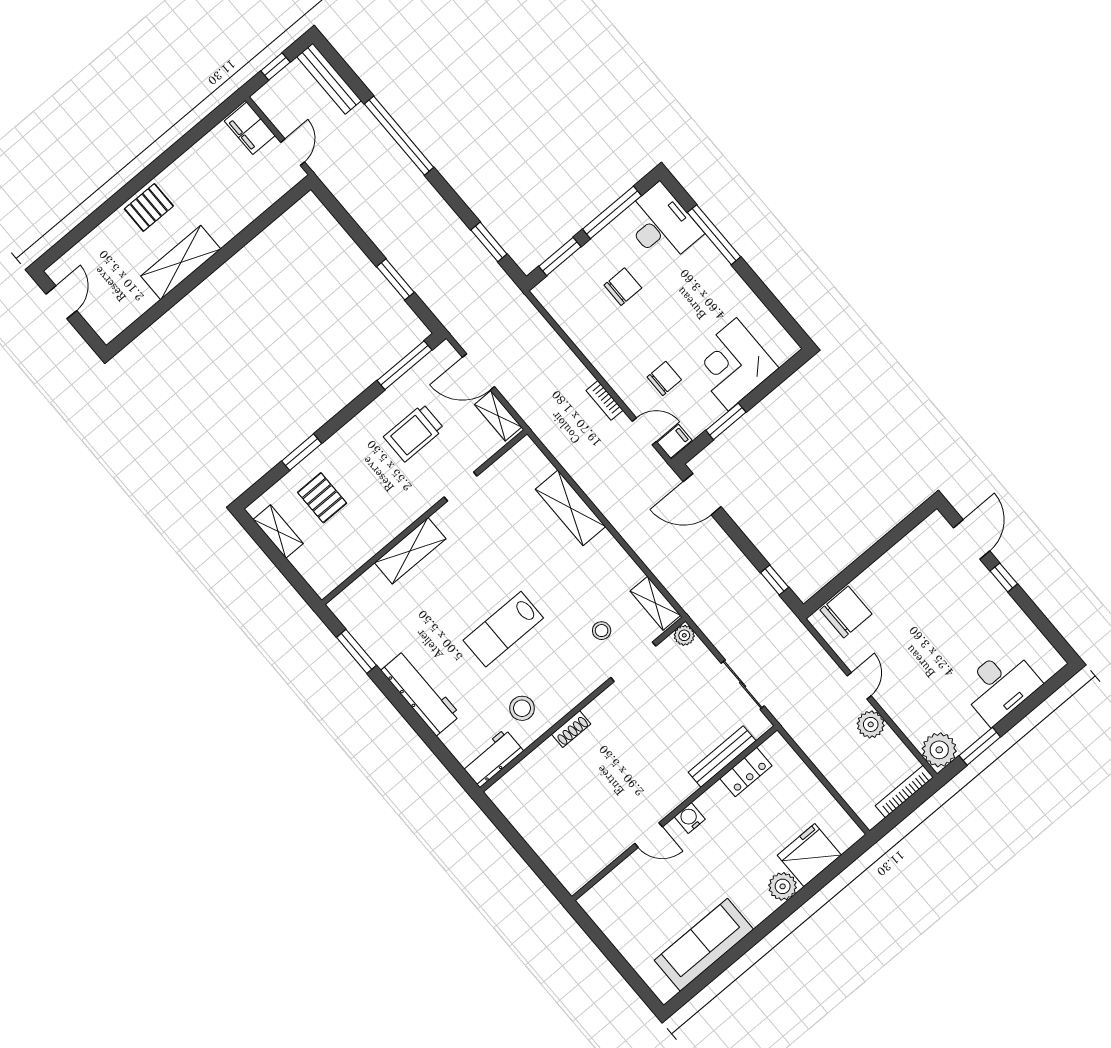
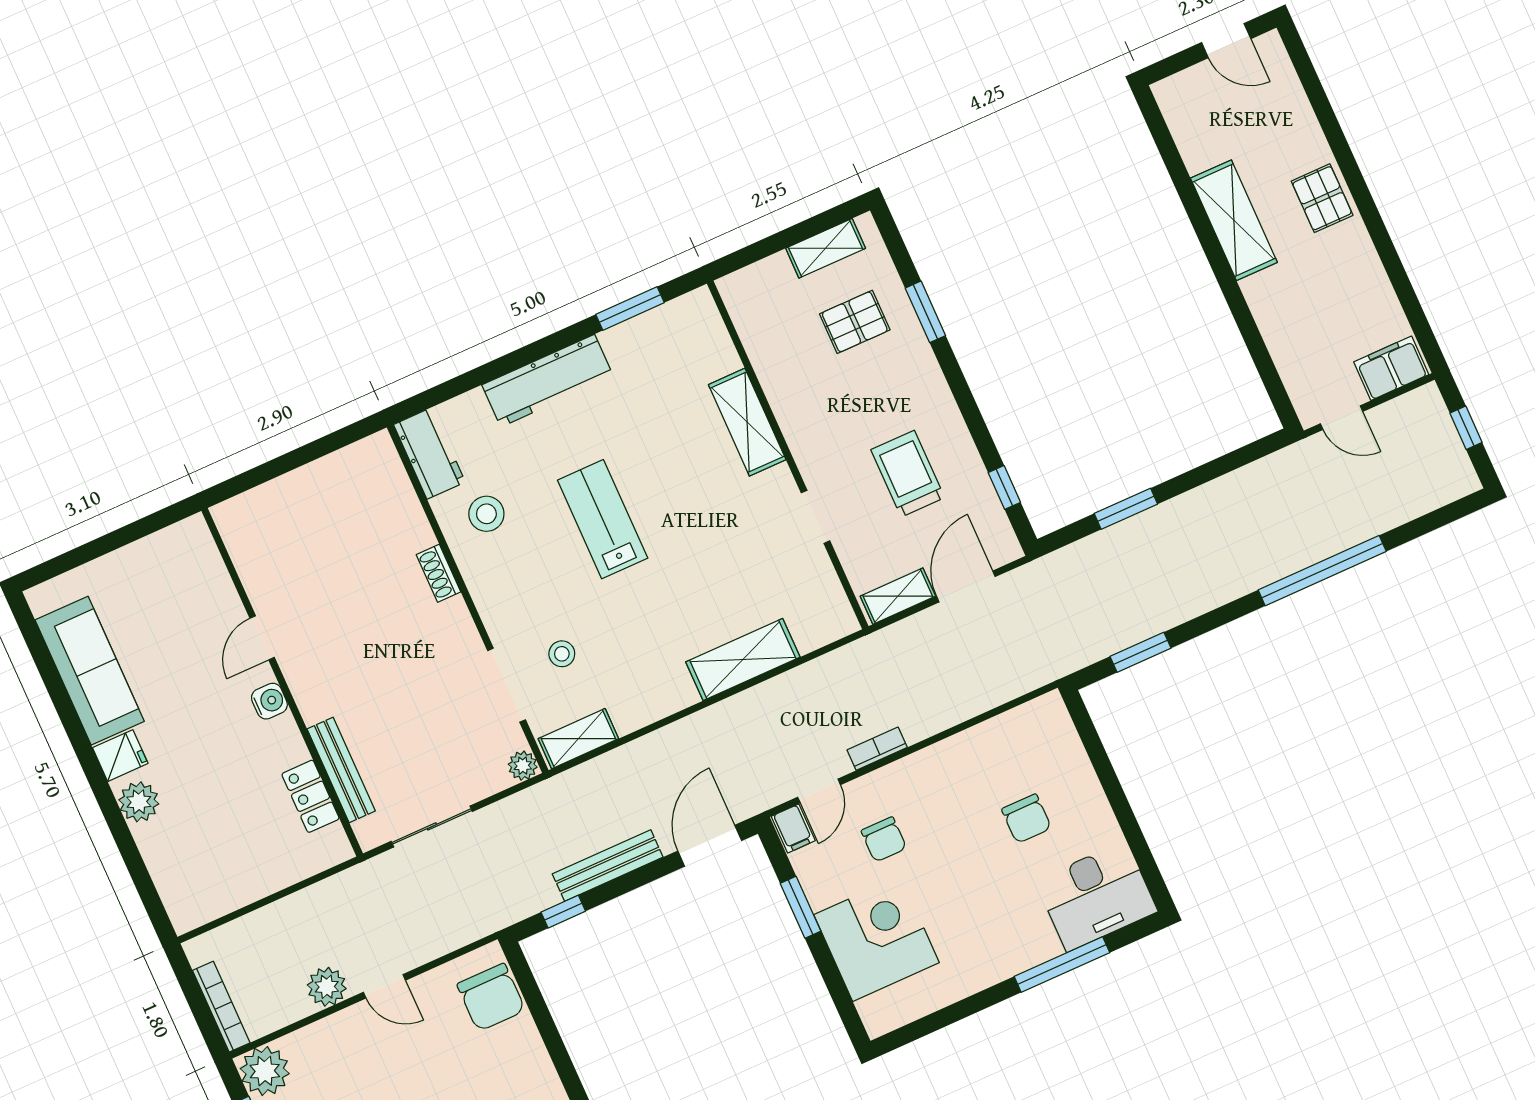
bench: (329, 79) -> (608, 865), moved
window: (612, 212) -> (1133, 833), removed
window: (560, 257) -> (1093, 744), removed
window: (405, 365) -> (1004, 487), width x0.46
fridge: (809, 855) -> (120, 756), moved, width x0.53, depth x0.75

